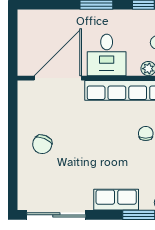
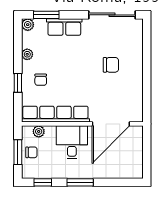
chair: (42, 144) -> (111, 65), moved, turned 68

